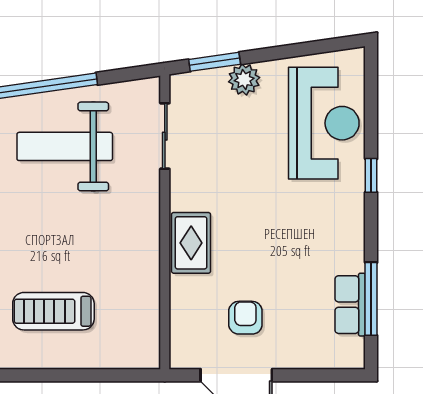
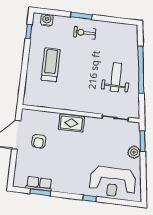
weight bench: (65, 146) -> (116, 77), width x0.73, depth x0.75
window: (371, 299) -> (40, 192), width x0.69
armchair: (245, 318) -> (39, 141), turned 90

